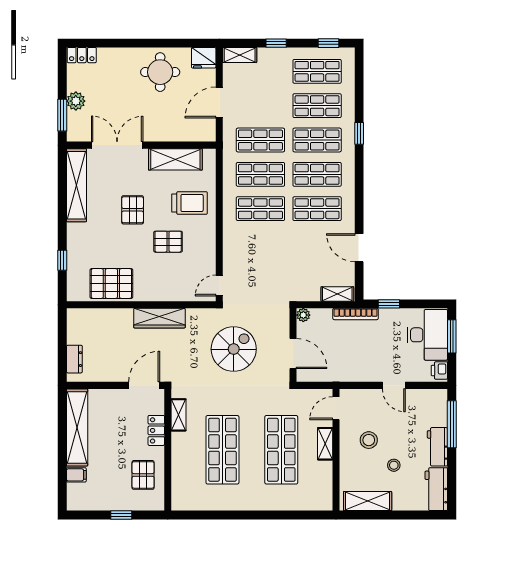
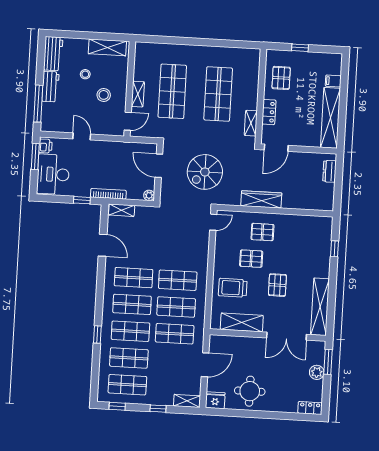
pallet: (111, 284) -> (262, 232), moved, width x0.67, depth x0.71
window: (452, 336) -> (35, 157), moved

